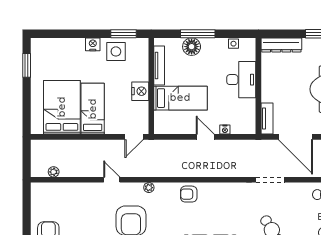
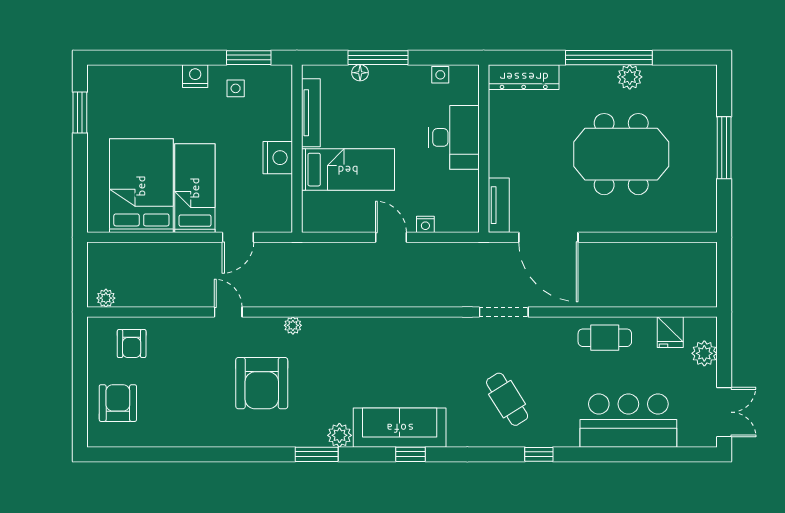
floor lamp: (192, 47) -> (360, 73), width x0.53, depth x0.53
side table: (116, 51) -> (236, 88), width x0.54, depth x0.54
door: (134, 137) -> (238, 237), moved
plant: (54, 172) -> (106, 298), moved
armchair: (189, 194) -> (132, 344), moved, turned -90

